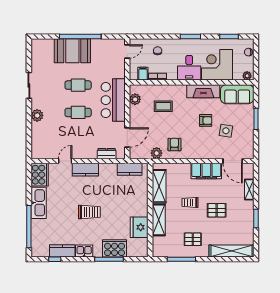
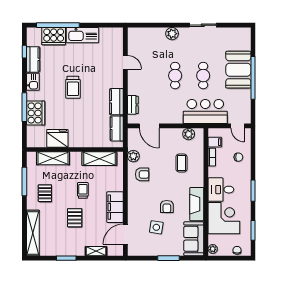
bar counter: (113, 100) -> (205, 112), moved
kitchen counter: (85, 170) -> (116, 102), moved
cooker: (40, 175) -> (54, 36), moved
shelving: (159, 220) -> (53, 158), moved

